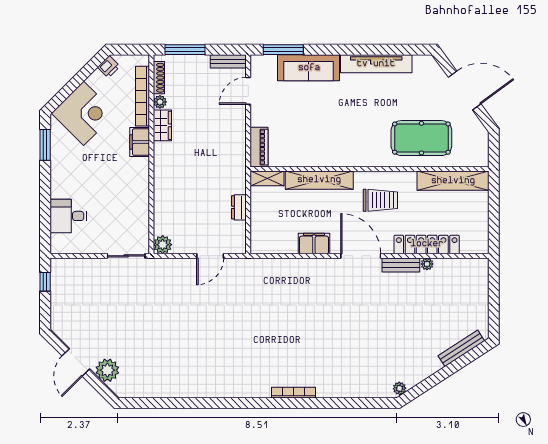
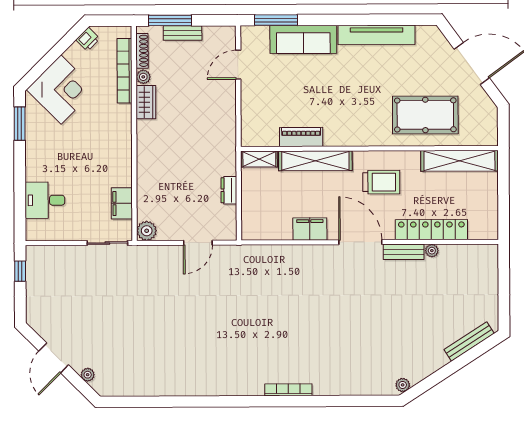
bench: (228, 61) -> (183, 33), moved
filing cabinet: (140, 142) -> (122, 203), moved
piano: (259, 147) -> (301, 137), moved, turned -90
plant: (107, 370) -> (88, 375), width x0.53, depth x0.53

